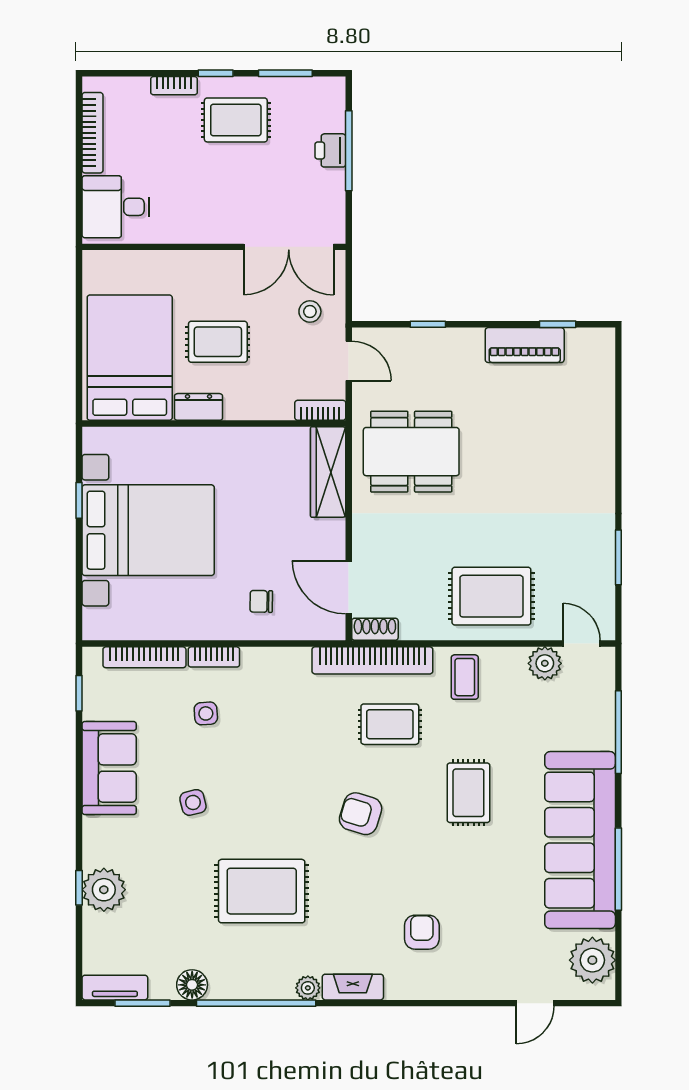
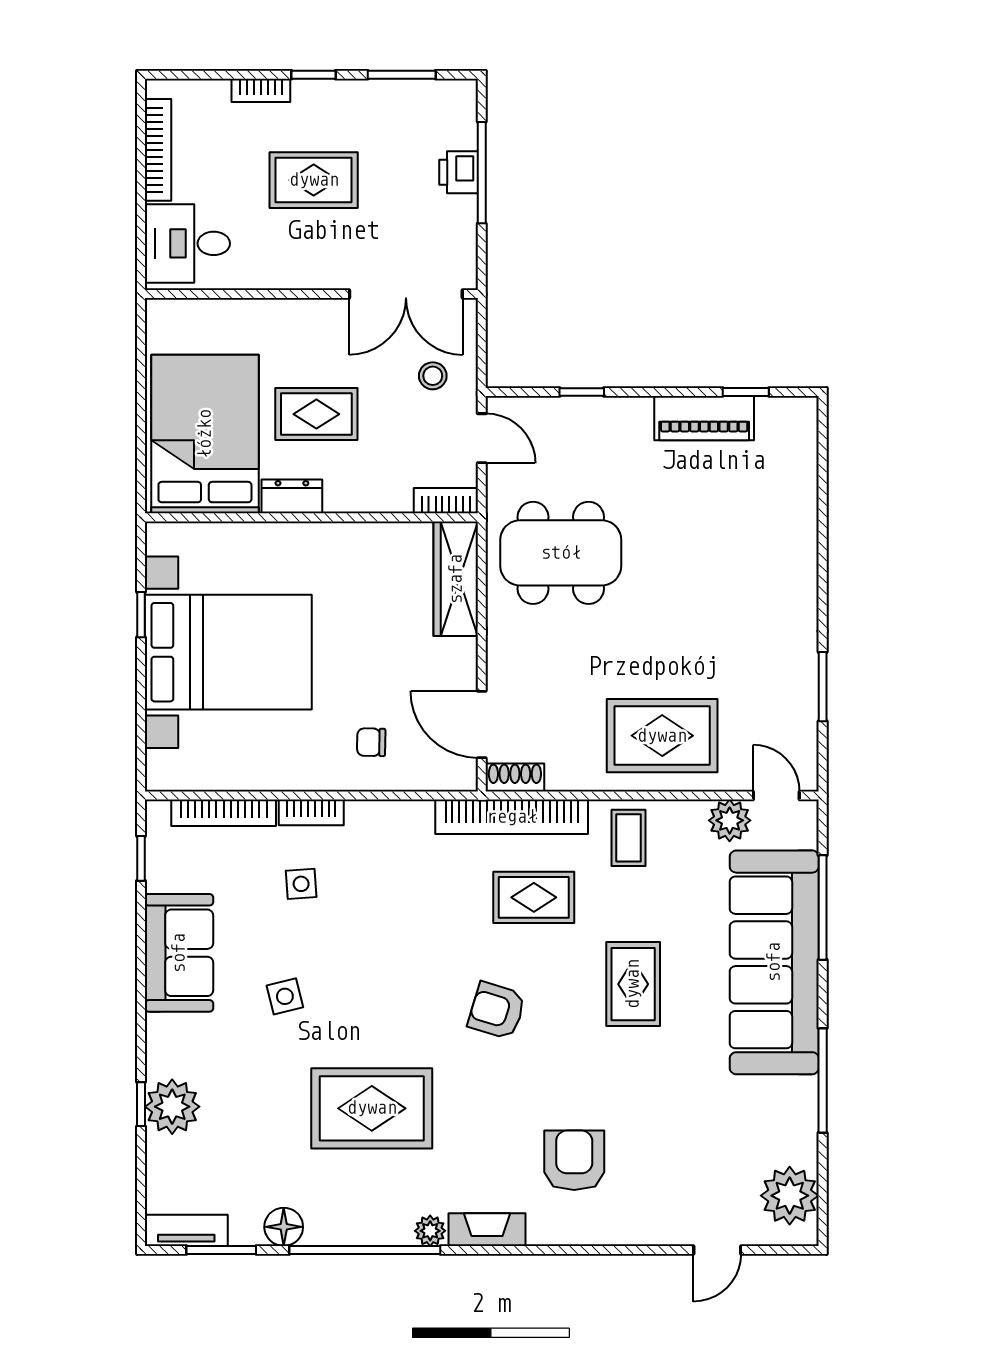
rug: (236, 120) -> (314, 180), moved
sofa: (580, 840) -> (774, 962), moved
armchair: (422, 932) -> (574, 1160), width x1.38, depth x1.38

